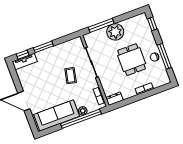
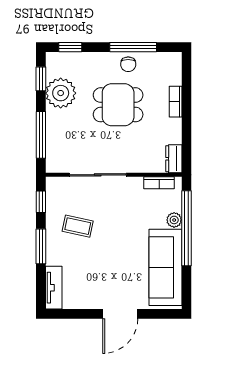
window: (130, 15) -> (41, 79), added
plant: (115, 32) -> (61, 93), moved
window: (23, 55) -> (41, 202), moved
coffee table: (71, 76) -> (78, 226), moved

